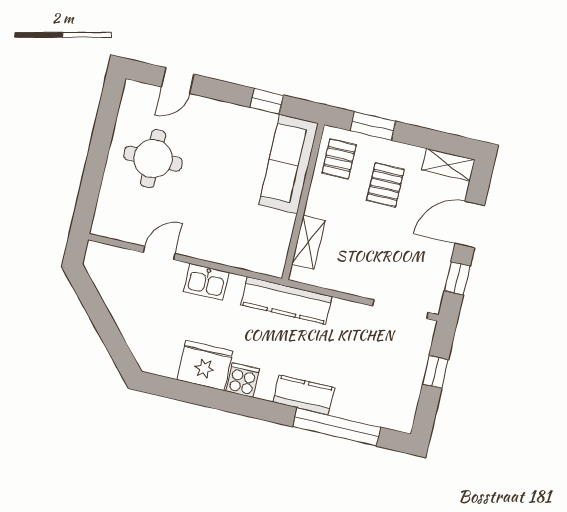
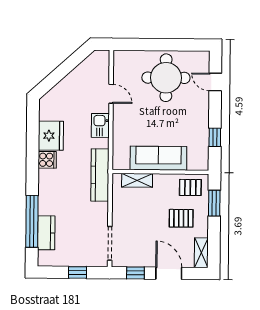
round table: (153, 159) -> (166, 78), width x1.36, depth x1.36
sofa: (289, 164) -> (158, 158), moved
kitchen counter: (304, 395) -> (46, 233), moved

